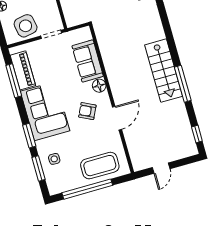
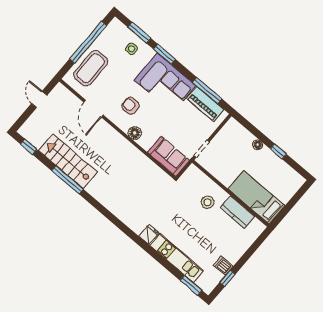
side table: (26, 26) -> (227, 142), removed
sofa: (88, 61) -> (168, 156), moved
stairs: (164, 71) -> (68, 161), moved
armchair: (87, 111) -> (130, 106), turned -116
door: (117, 118) -> (94, 109), moved

